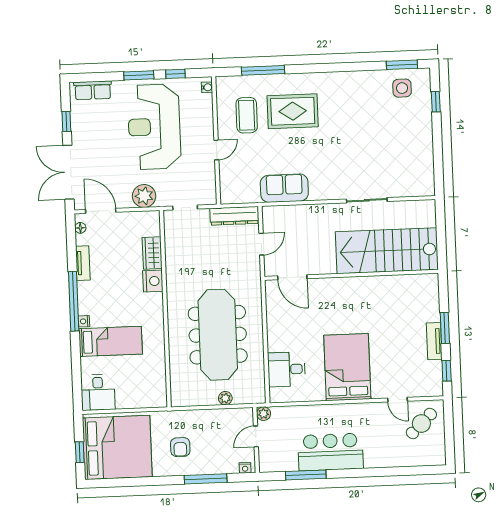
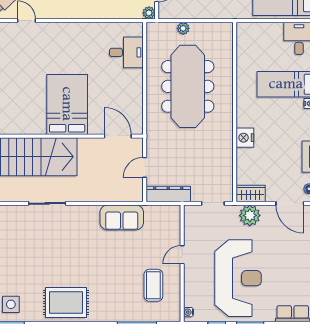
rug: (293, 111) -> (66, 303), moved
wardrobe: (152, 253) -> (251, 194), moved, turned -90
bed: (347, 367) -> (67, 104), moved, turned 180

